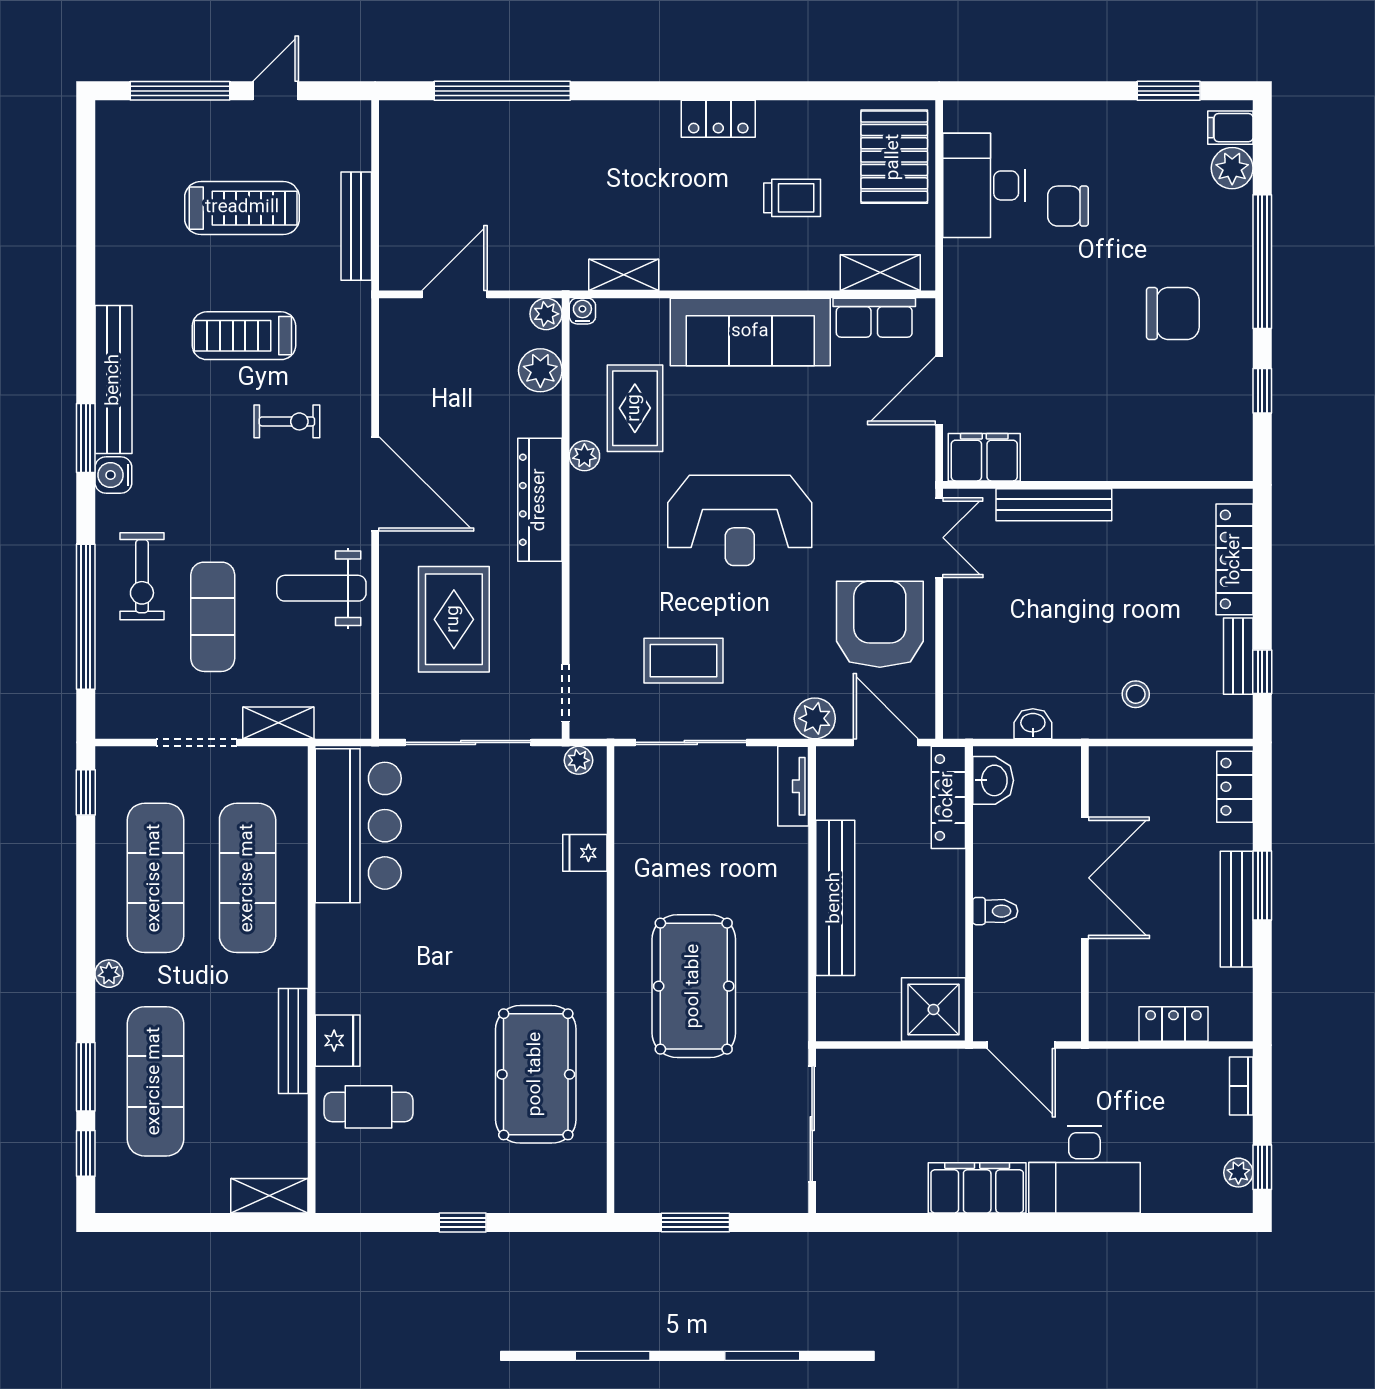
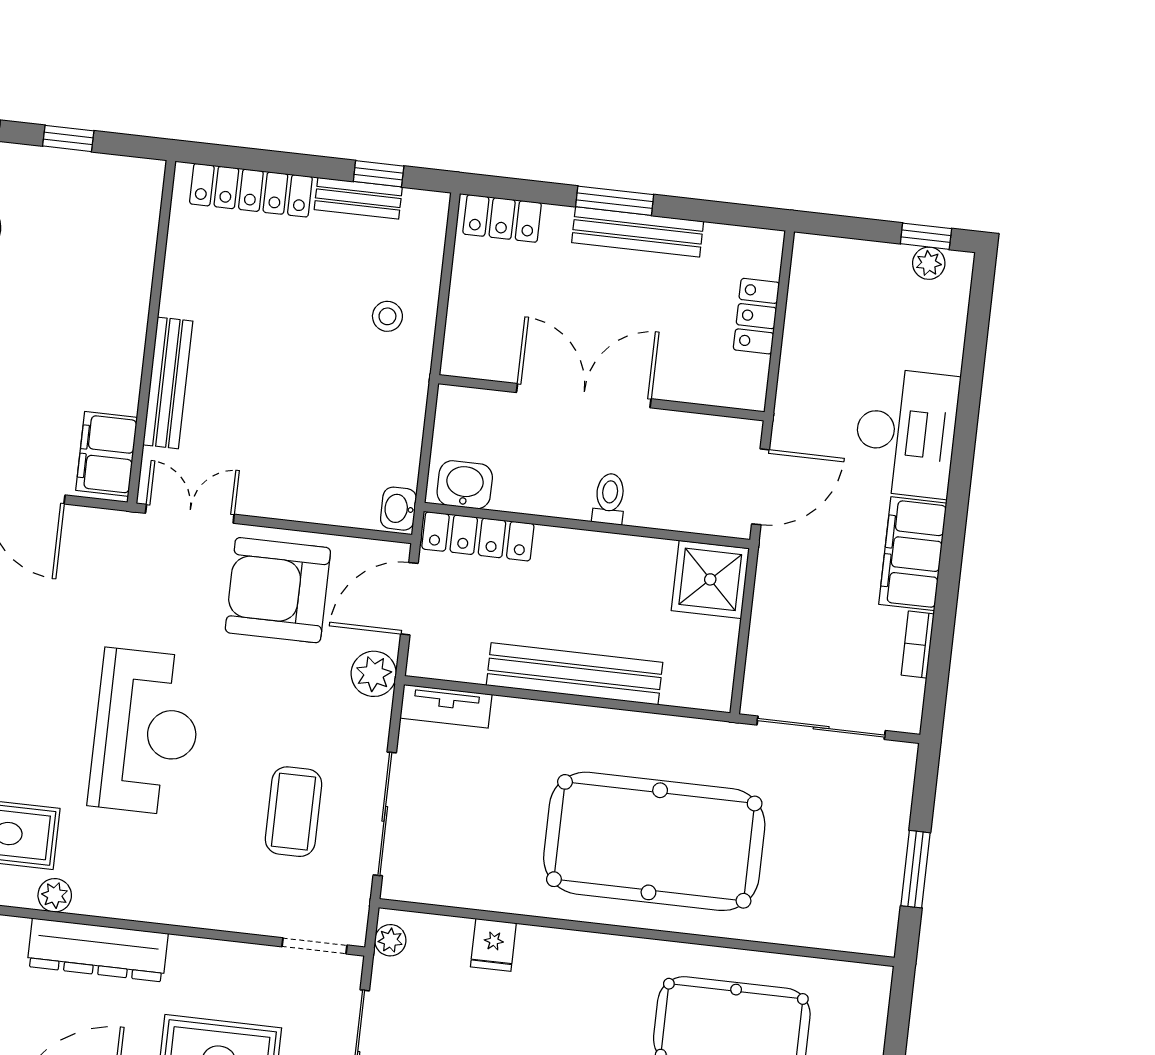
washbasin: (1033, 724) -> (398, 509), moved
pool table: (694, 986) -> (654, 841), width x1.36, depth x1.32
bookcase: (1241, 1086) -> (918, 645), moved, turned 90

